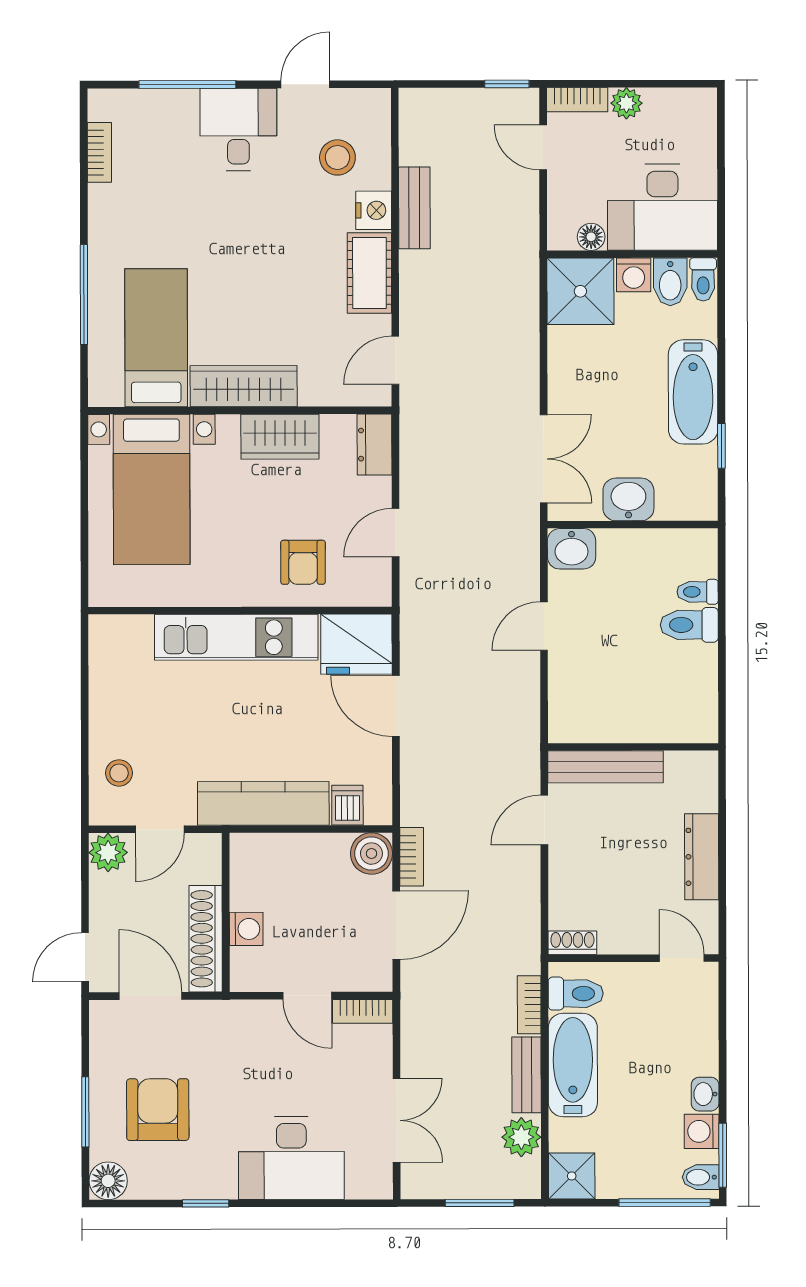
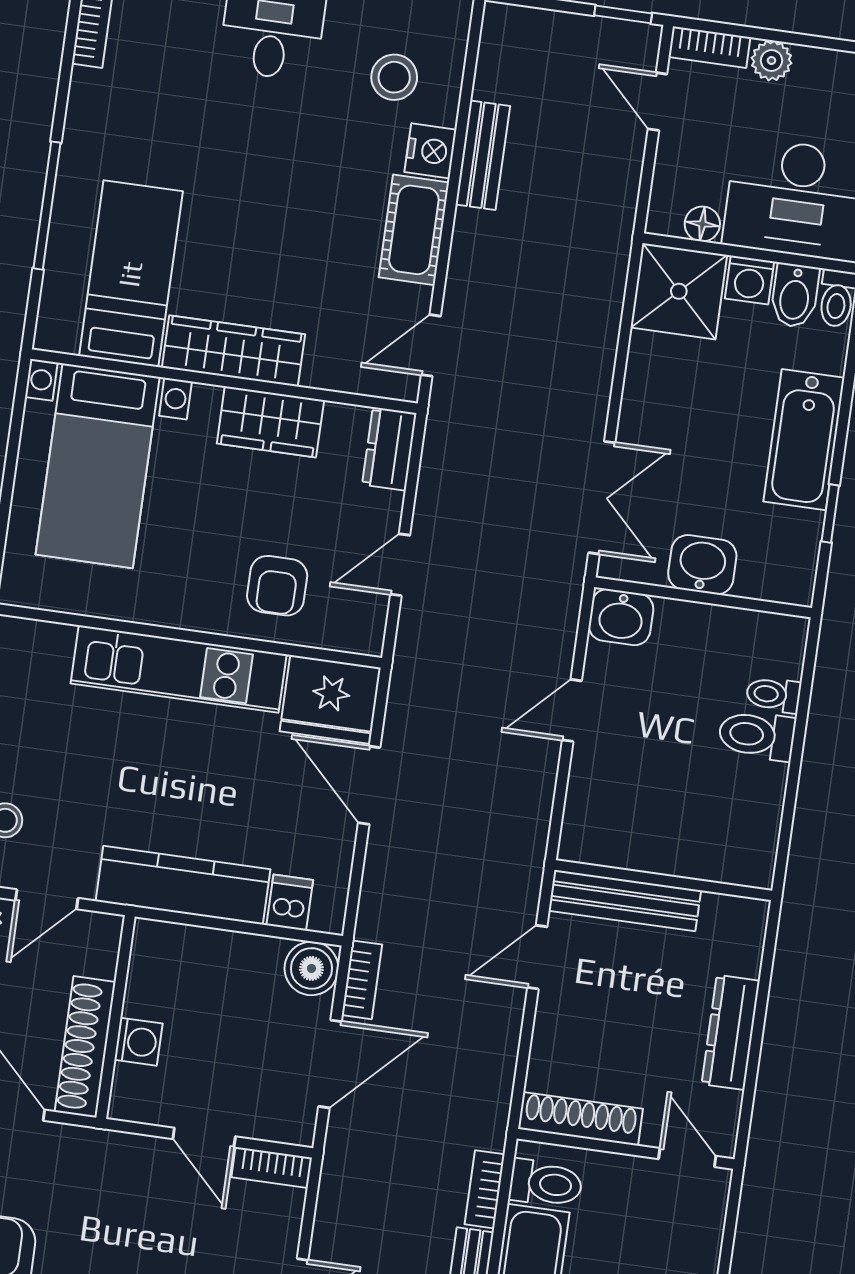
shoe rack: (572, 943) -> (580, 1119), width x1.94, depth x1.24

